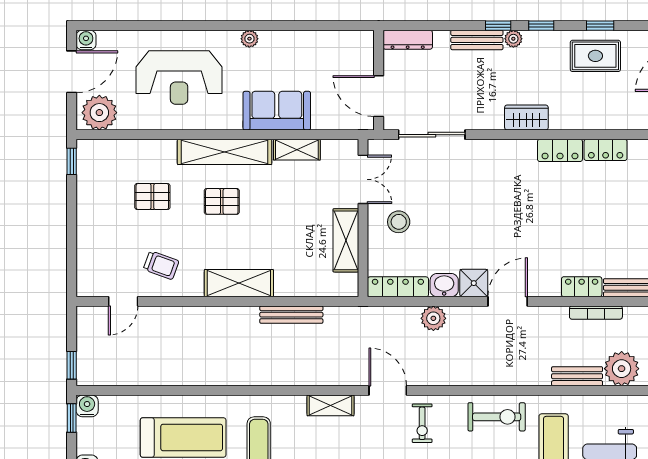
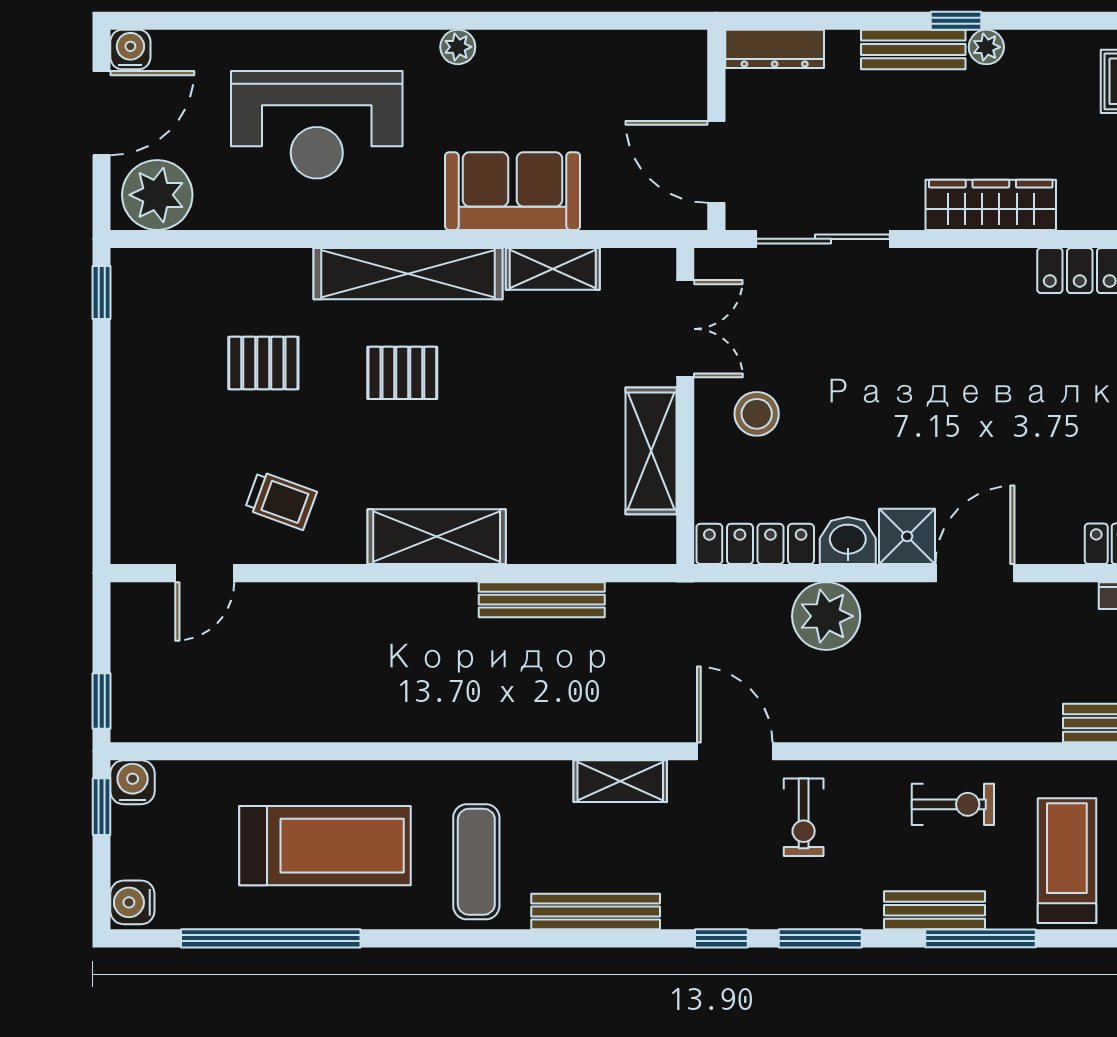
window: (541, 26) -> (1042, 21), removed
wardrobe: (526, 118) -> (991, 205), width x1.50
plant: (433, 318) -> (826, 616), width x1.36, depth x1.36
exercise bike: (497, 417) -> (953, 804), width x0.73, depth x0.72

